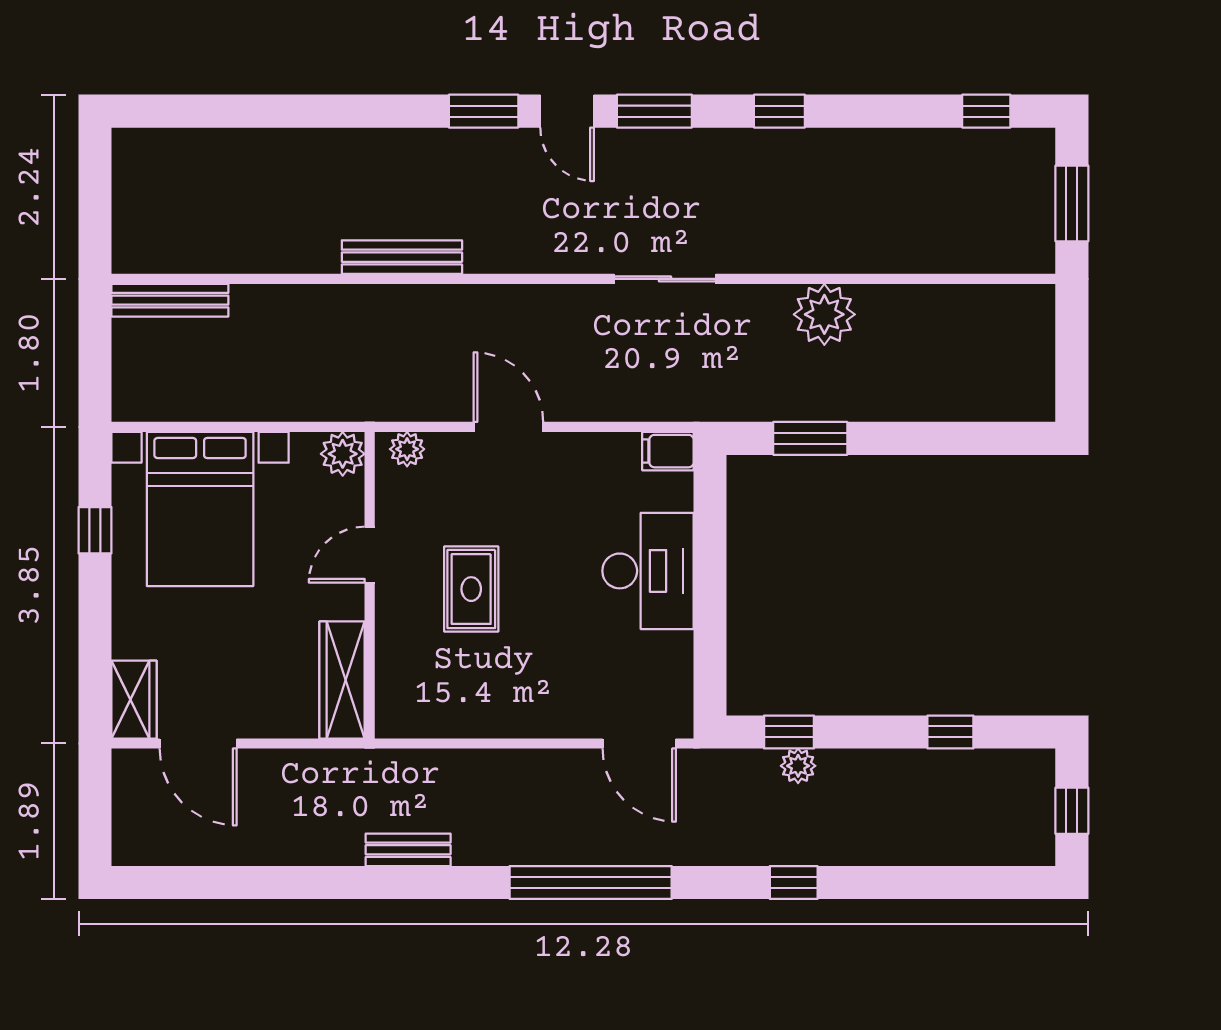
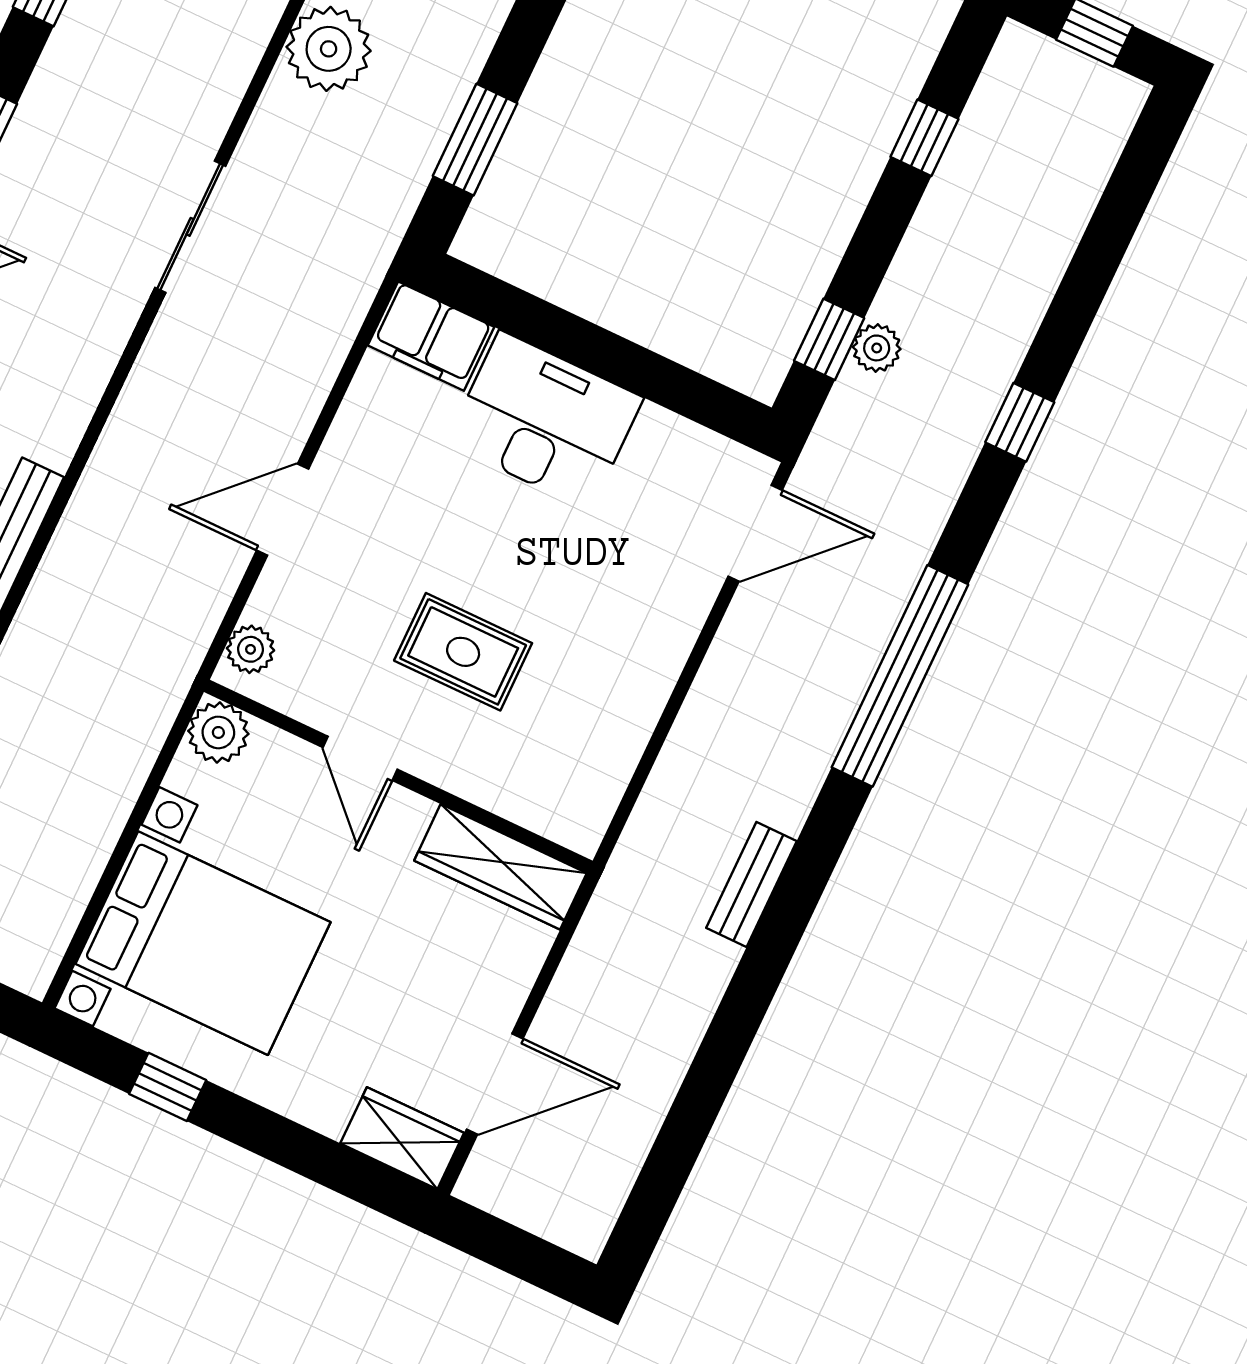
filing cabinet: (668, 451) -> (431, 336), width x2.00

